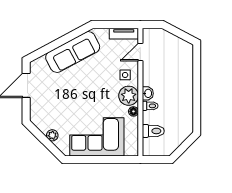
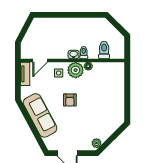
door: (140, 52) -> (40, 61), hinge flipped
armchair: (92, 89) -> (70, 100), added
plant: (52, 135) -> (97, 143), moved
corner sofa: (97, 137) -> (109, 96), removed

